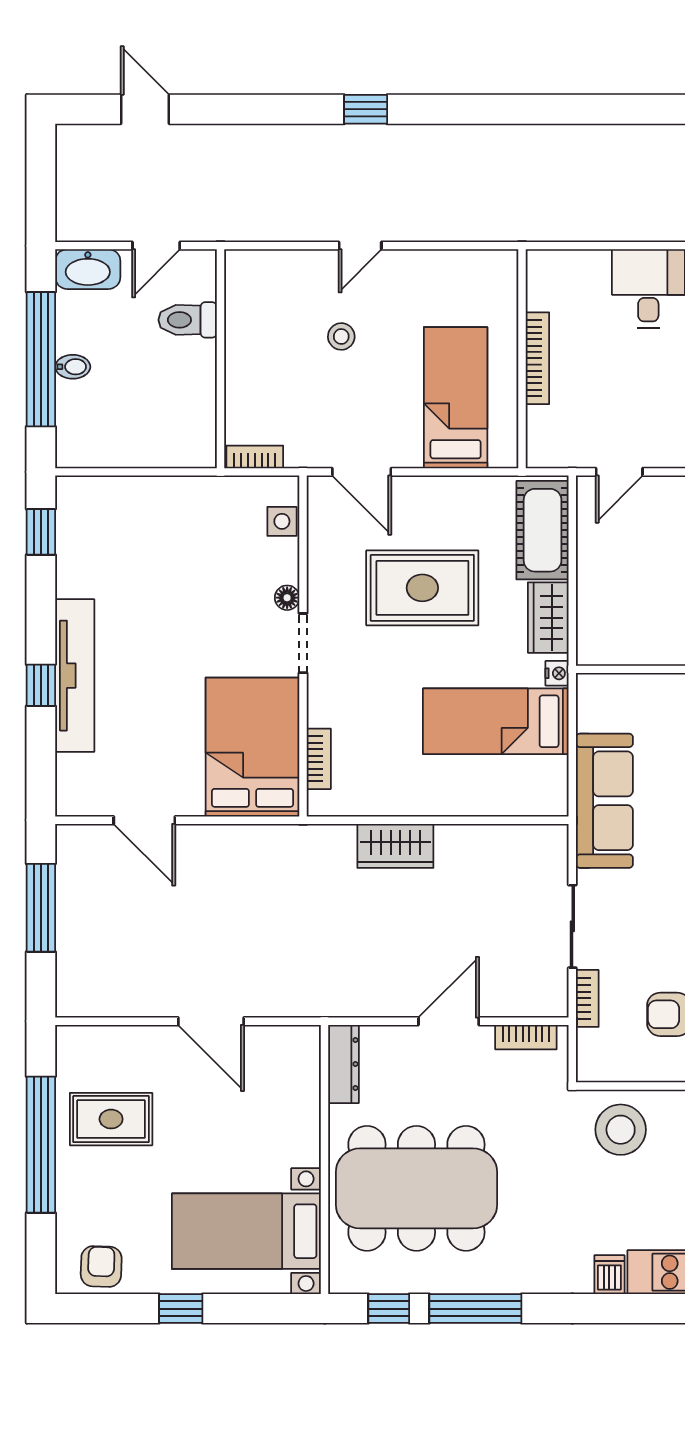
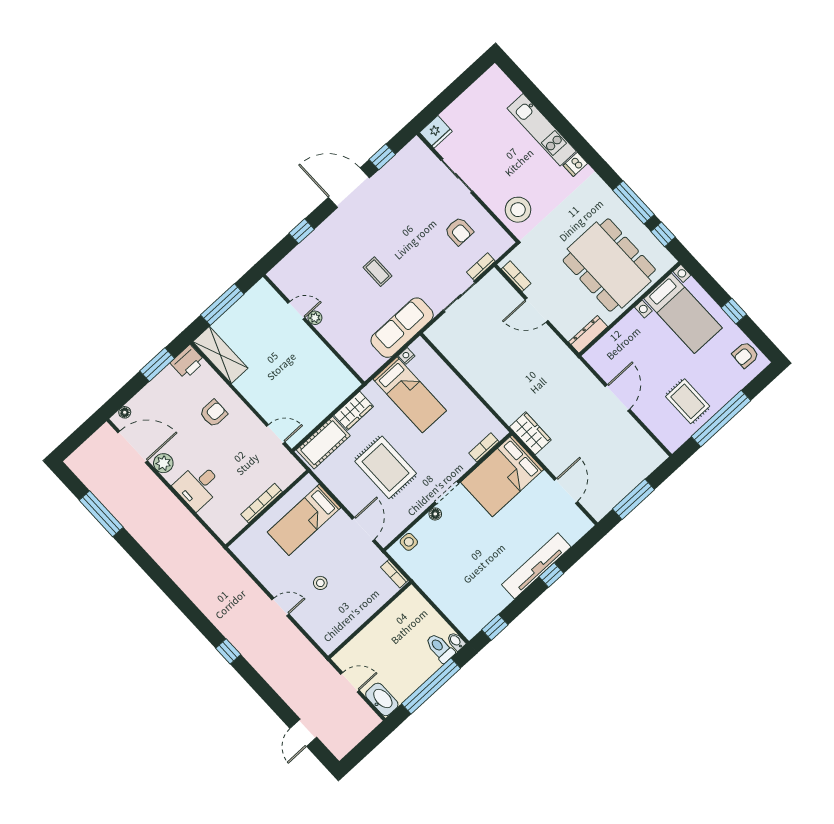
toilet: (188, 320) -> (440, 648), moved, turned 180
bidet: (73, 367) -> (456, 641), moved
nightstand: (557, 673) -> (407, 356), moved
wardrobe: (395, 846) -> (530, 433), moved

